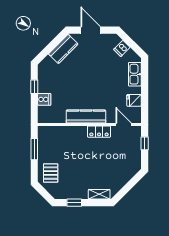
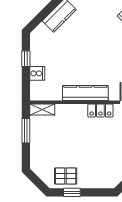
pallet: (51, 173) -> (66, 176), moved, turned 90
shelving: (99, 194) -> (42, 109), moved

